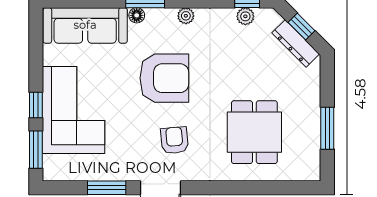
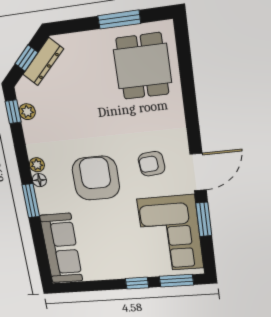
floor lamp: (137, 15) -> (39, 180), moved
corner sofa: (74, 110) -> (170, 234), moved, turned -90
dining table: (254, 132) -> (142, 66), moved, turned 90

